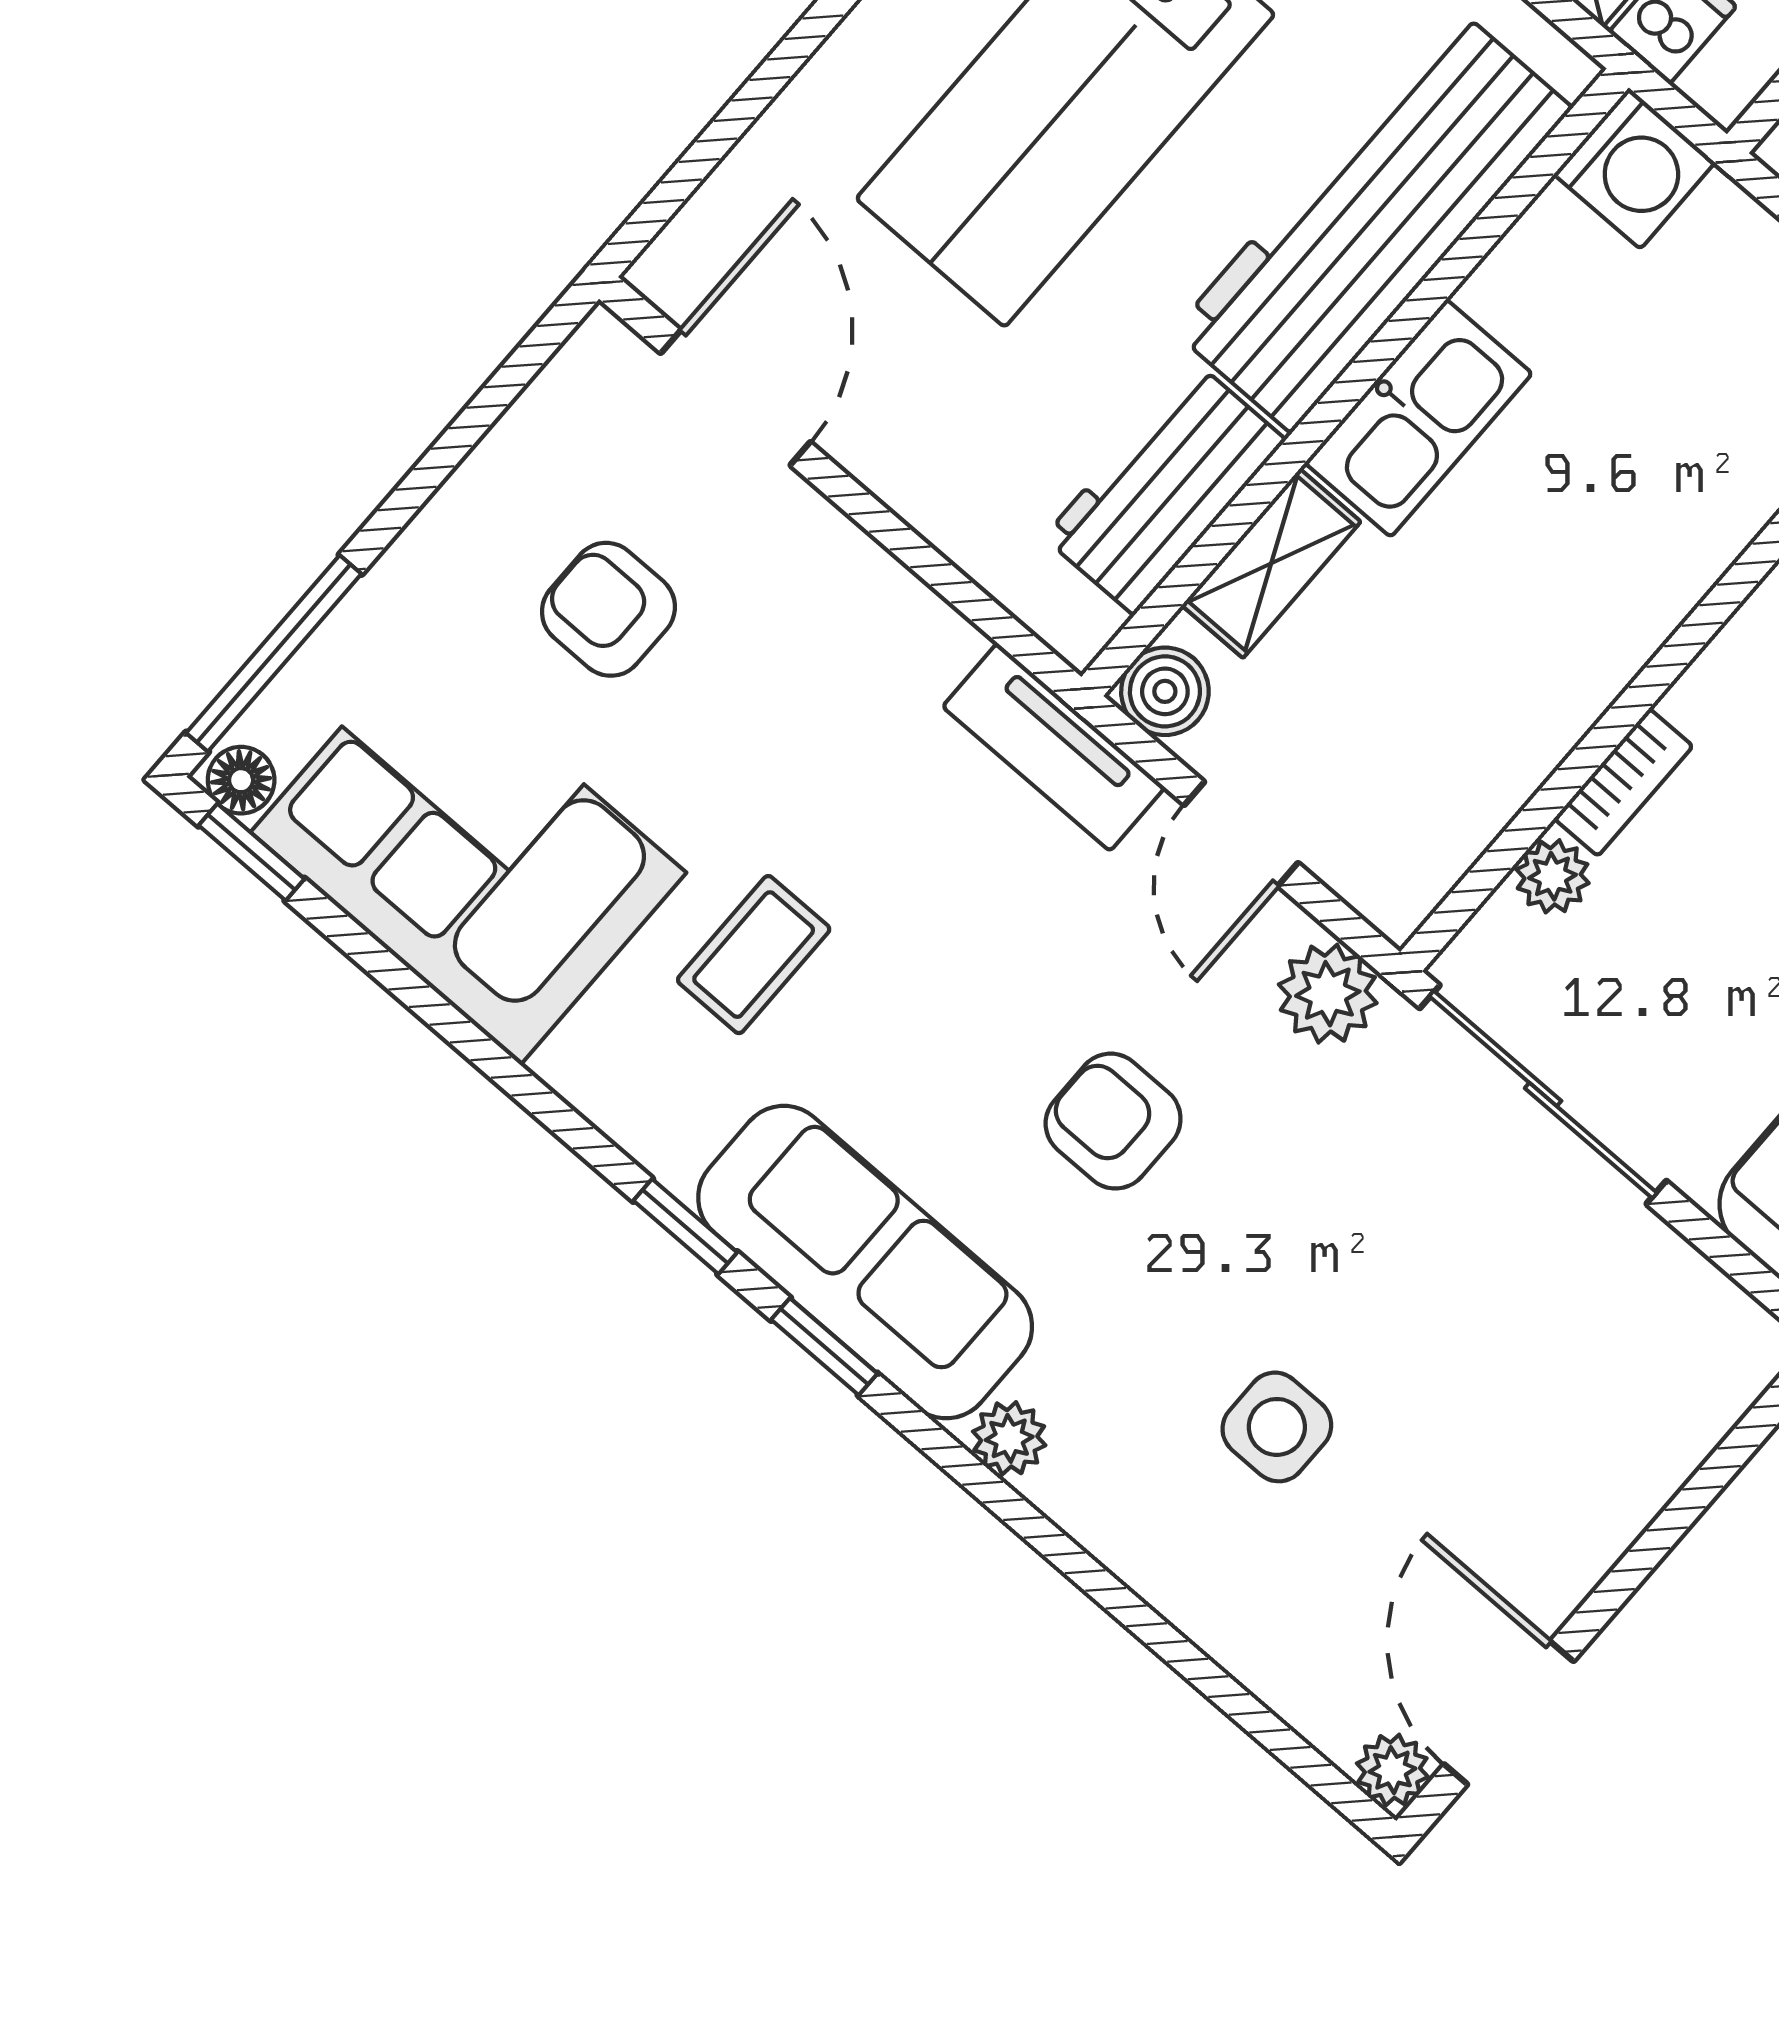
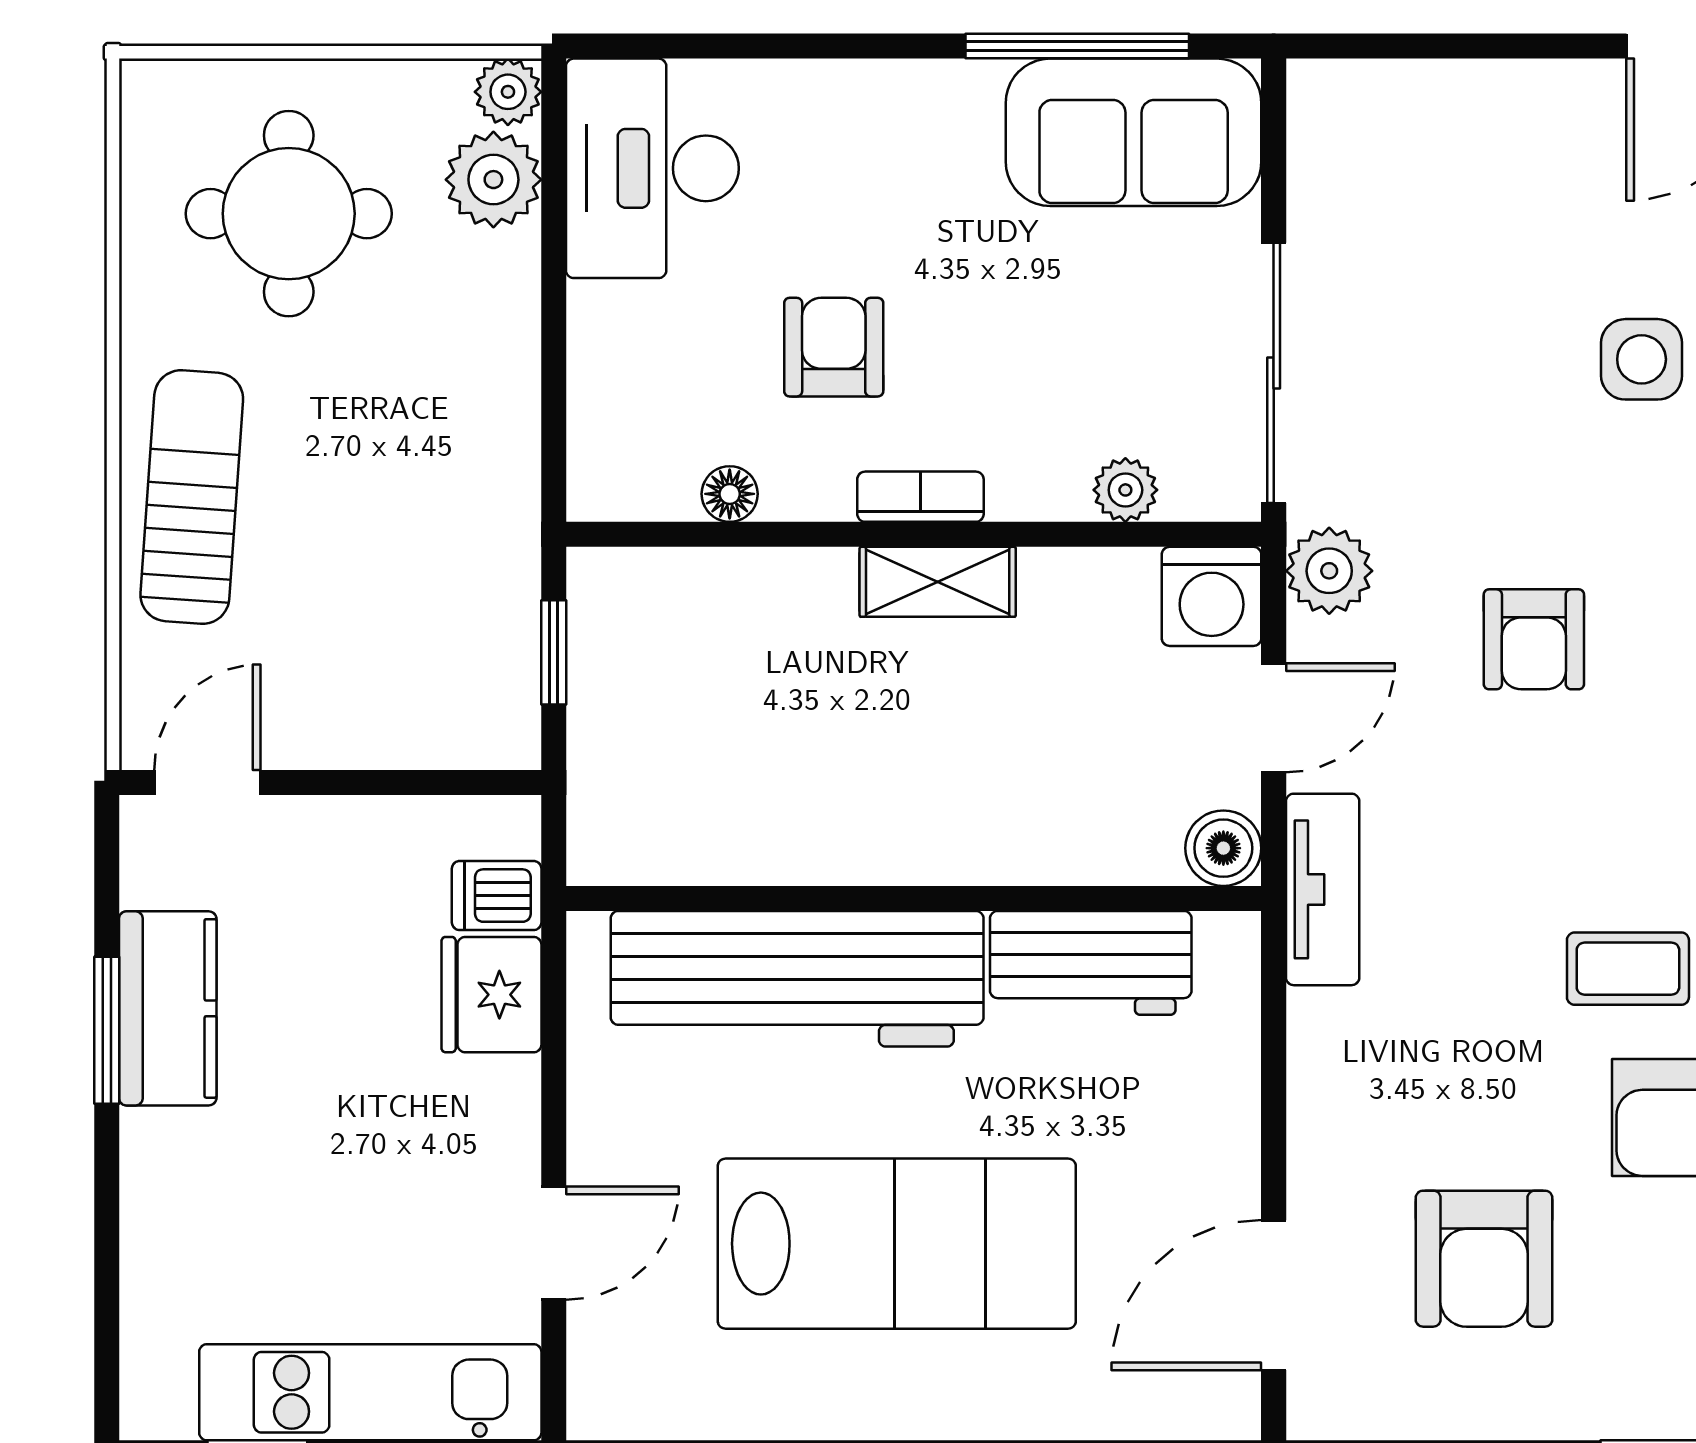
washing machine: (1634, 168) -> (1212, 596), moved, turned 180
kitchen sink: (1418, 418) -> (901, 837), removed
shelving: (1271, 563) -> (938, 582), moved
armchair: (608, 609) -> (1484, 1259), width x1.38, depth x1.38
bookcase: (1623, 782) -> (920, 497), moved

